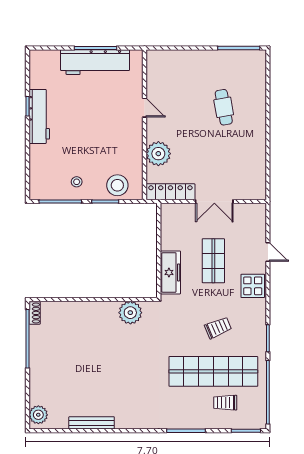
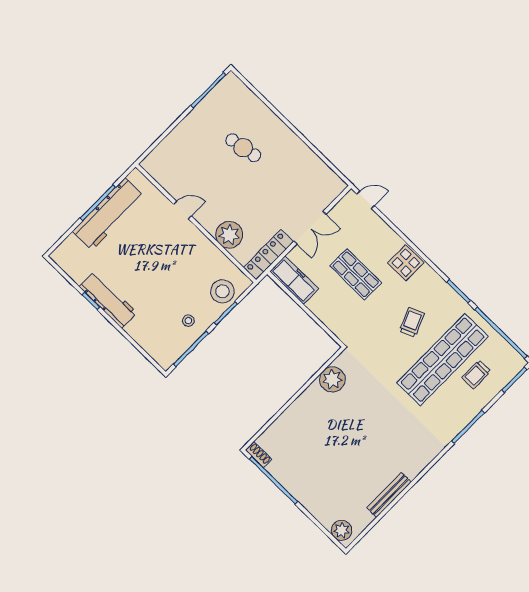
door: (268, 252) -> (366, 200), moved
freezer: (170, 272) -> (294, 280), moved

